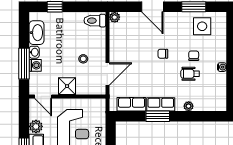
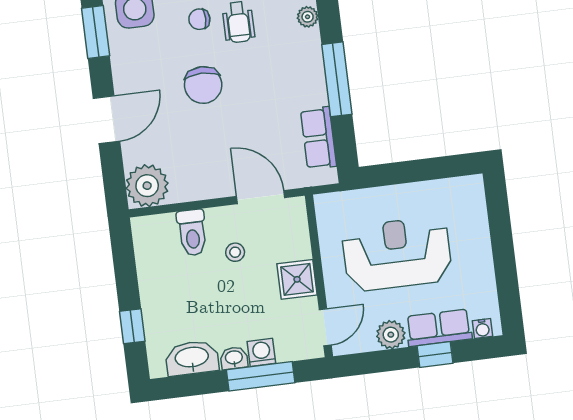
plant: (115, 17) -> (147, 186), width x1.88, depth x1.88
toilet: (95, 21) -> (192, 233), moved
chair: (163, 54) -> (203, 85), width x1.87, depth x1.87
row of seats: (161, 104) -> (311, 76), removed
window: (158, 116) -> (337, 79), width x1.44

